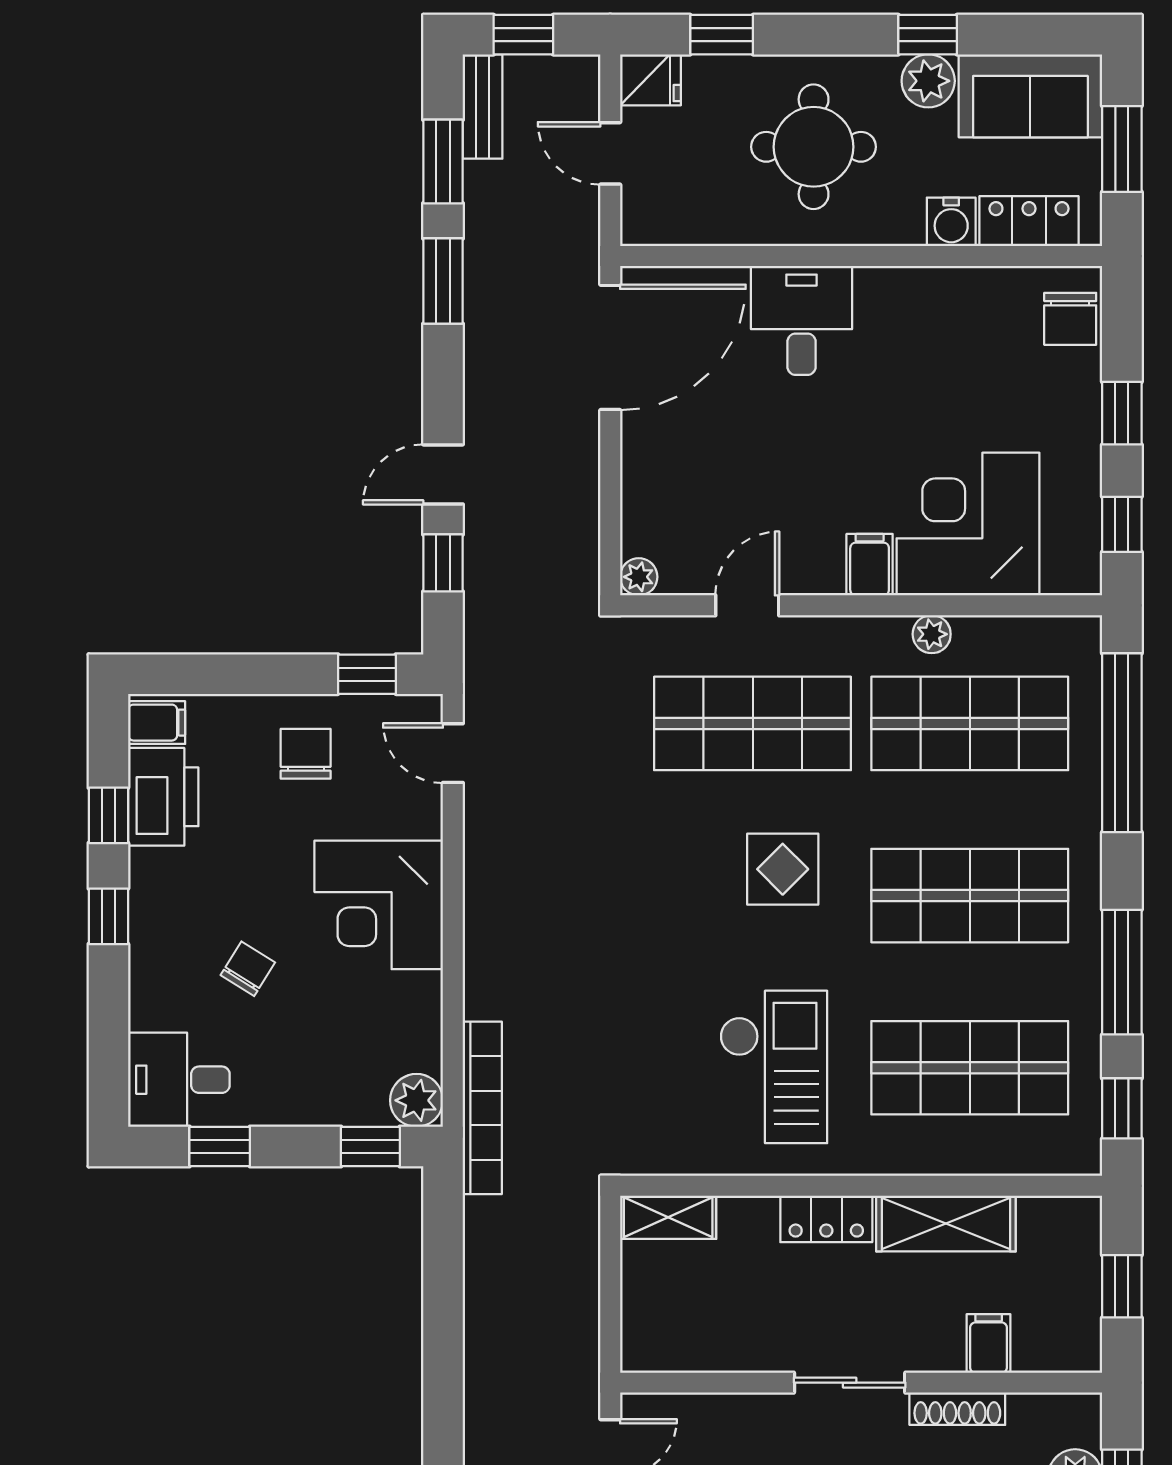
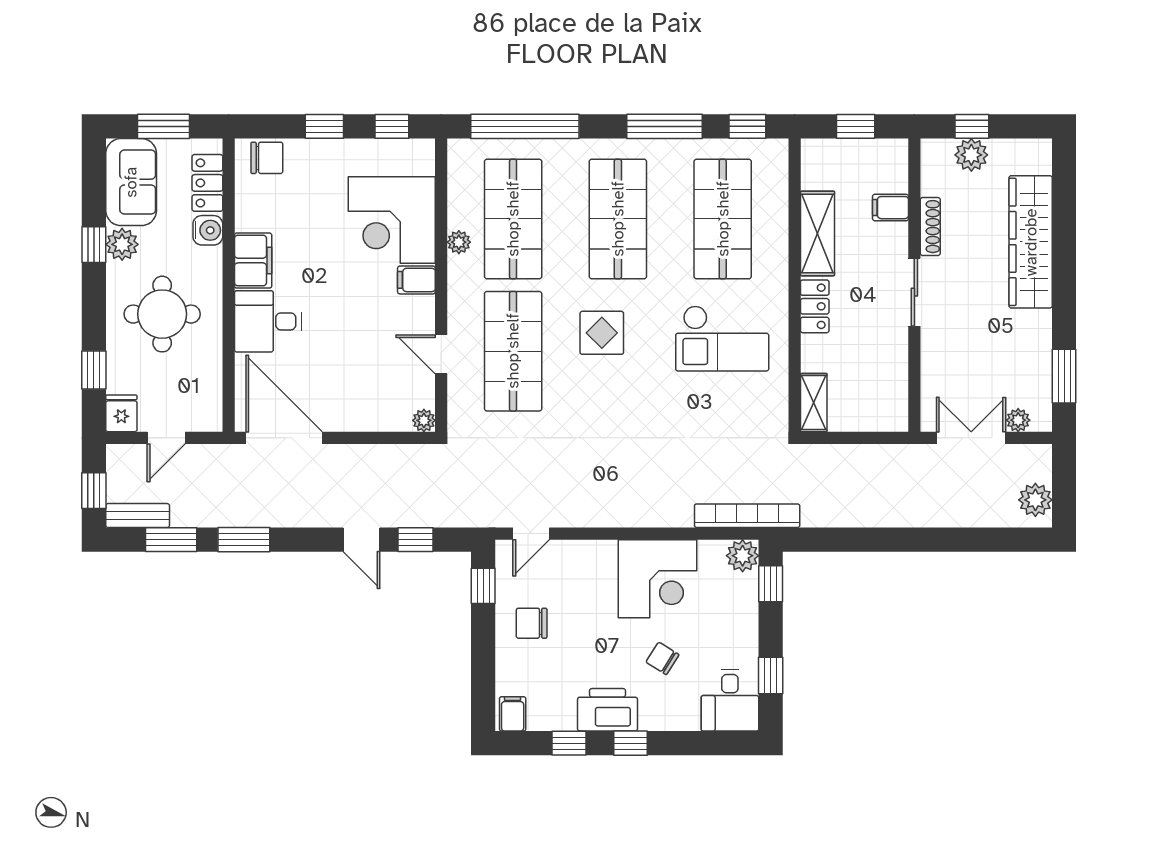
filing cabinet: (902, 296) -> (253, 261), added
printer: (163, 797) -> (607, 710), moved
corner desk: (379, 905) -> (657, 579), moved
checkout: (774, 1067) -> (722, 338), turned 180

